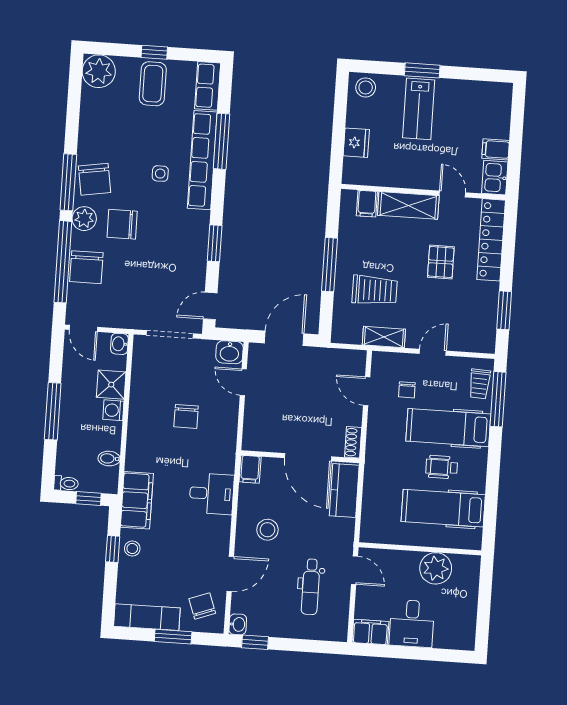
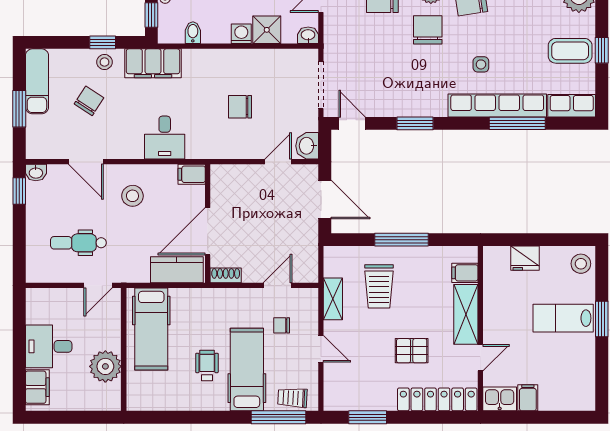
hospital bed: (443, 508) -> (151, 329), moved, turned 180
chair: (202, 606) -> (89, 101), moved, turned -37
filing cabinet: (370, 632) -> (37, 387), moved

